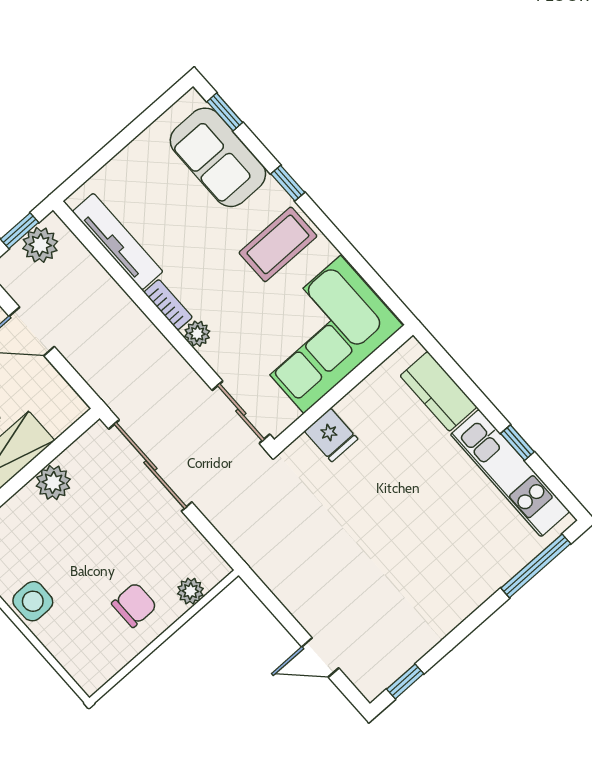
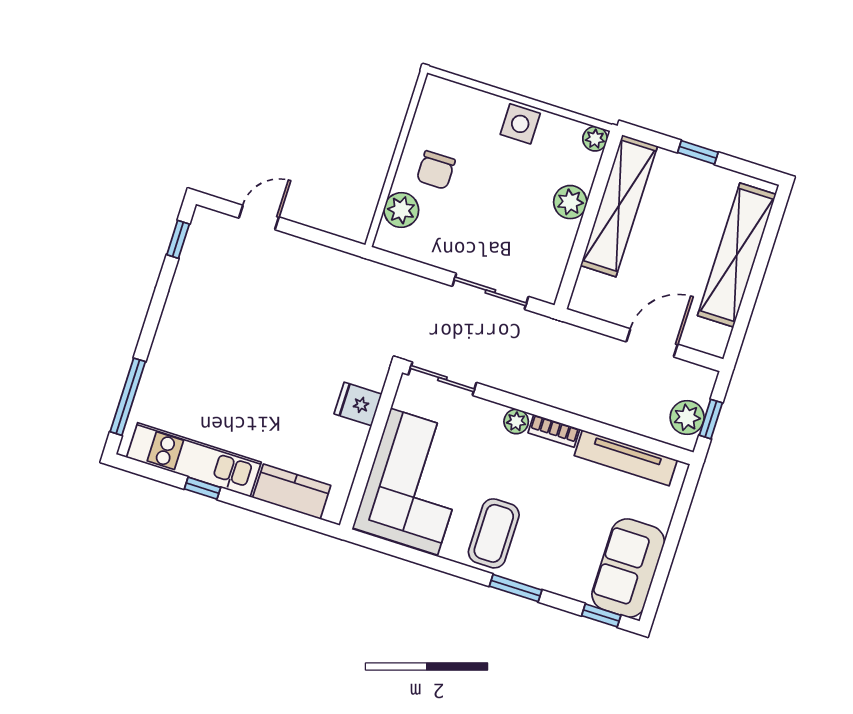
sofa: (218, 157) -> (628, 568), moved, turned -90
window: (288, 183) -> (516, 588), width x1.50
sliding door: (150, 466) -> (490, 291), width x0.73
plant: (53, 483) -> (570, 202), moved
plant: (190, 591) -> (401, 210), width x1.38, depth x1.38

